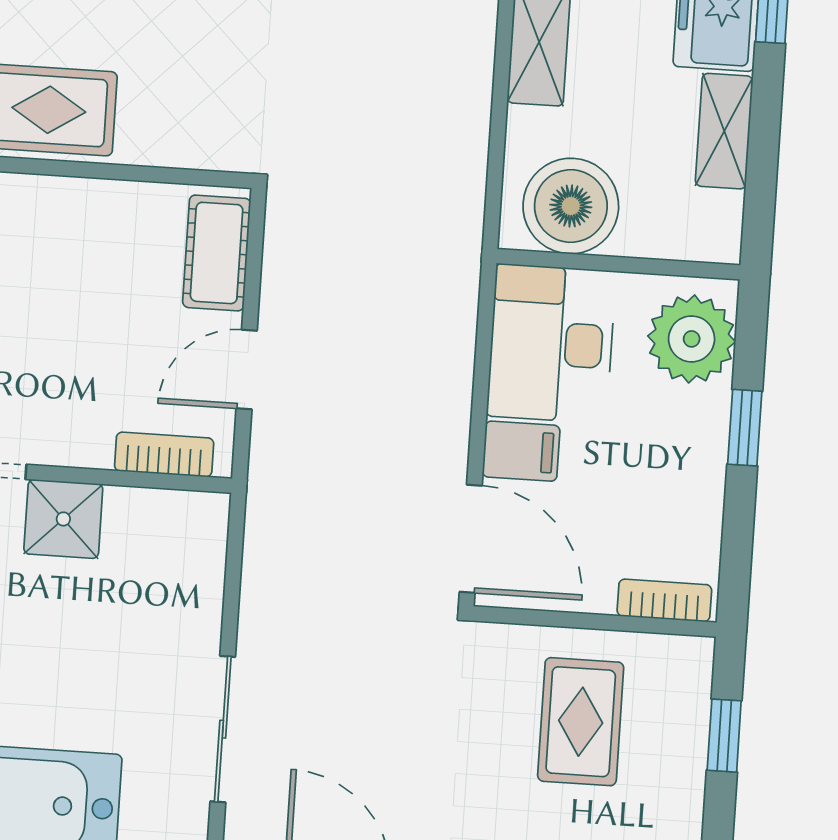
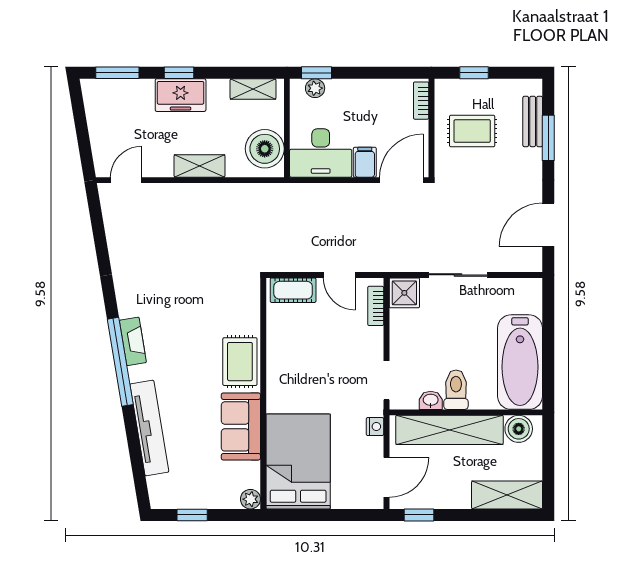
shelving: (724, 131) -> (253, 89), moved
plant: (692, 339) -> (315, 88), width x0.53, depth x0.53
window: (745, 428) -> (317, 73), moved
shower: (63, 519) -> (404, 293), moved
sliding door: (223, 729) -> (458, 275), moved

